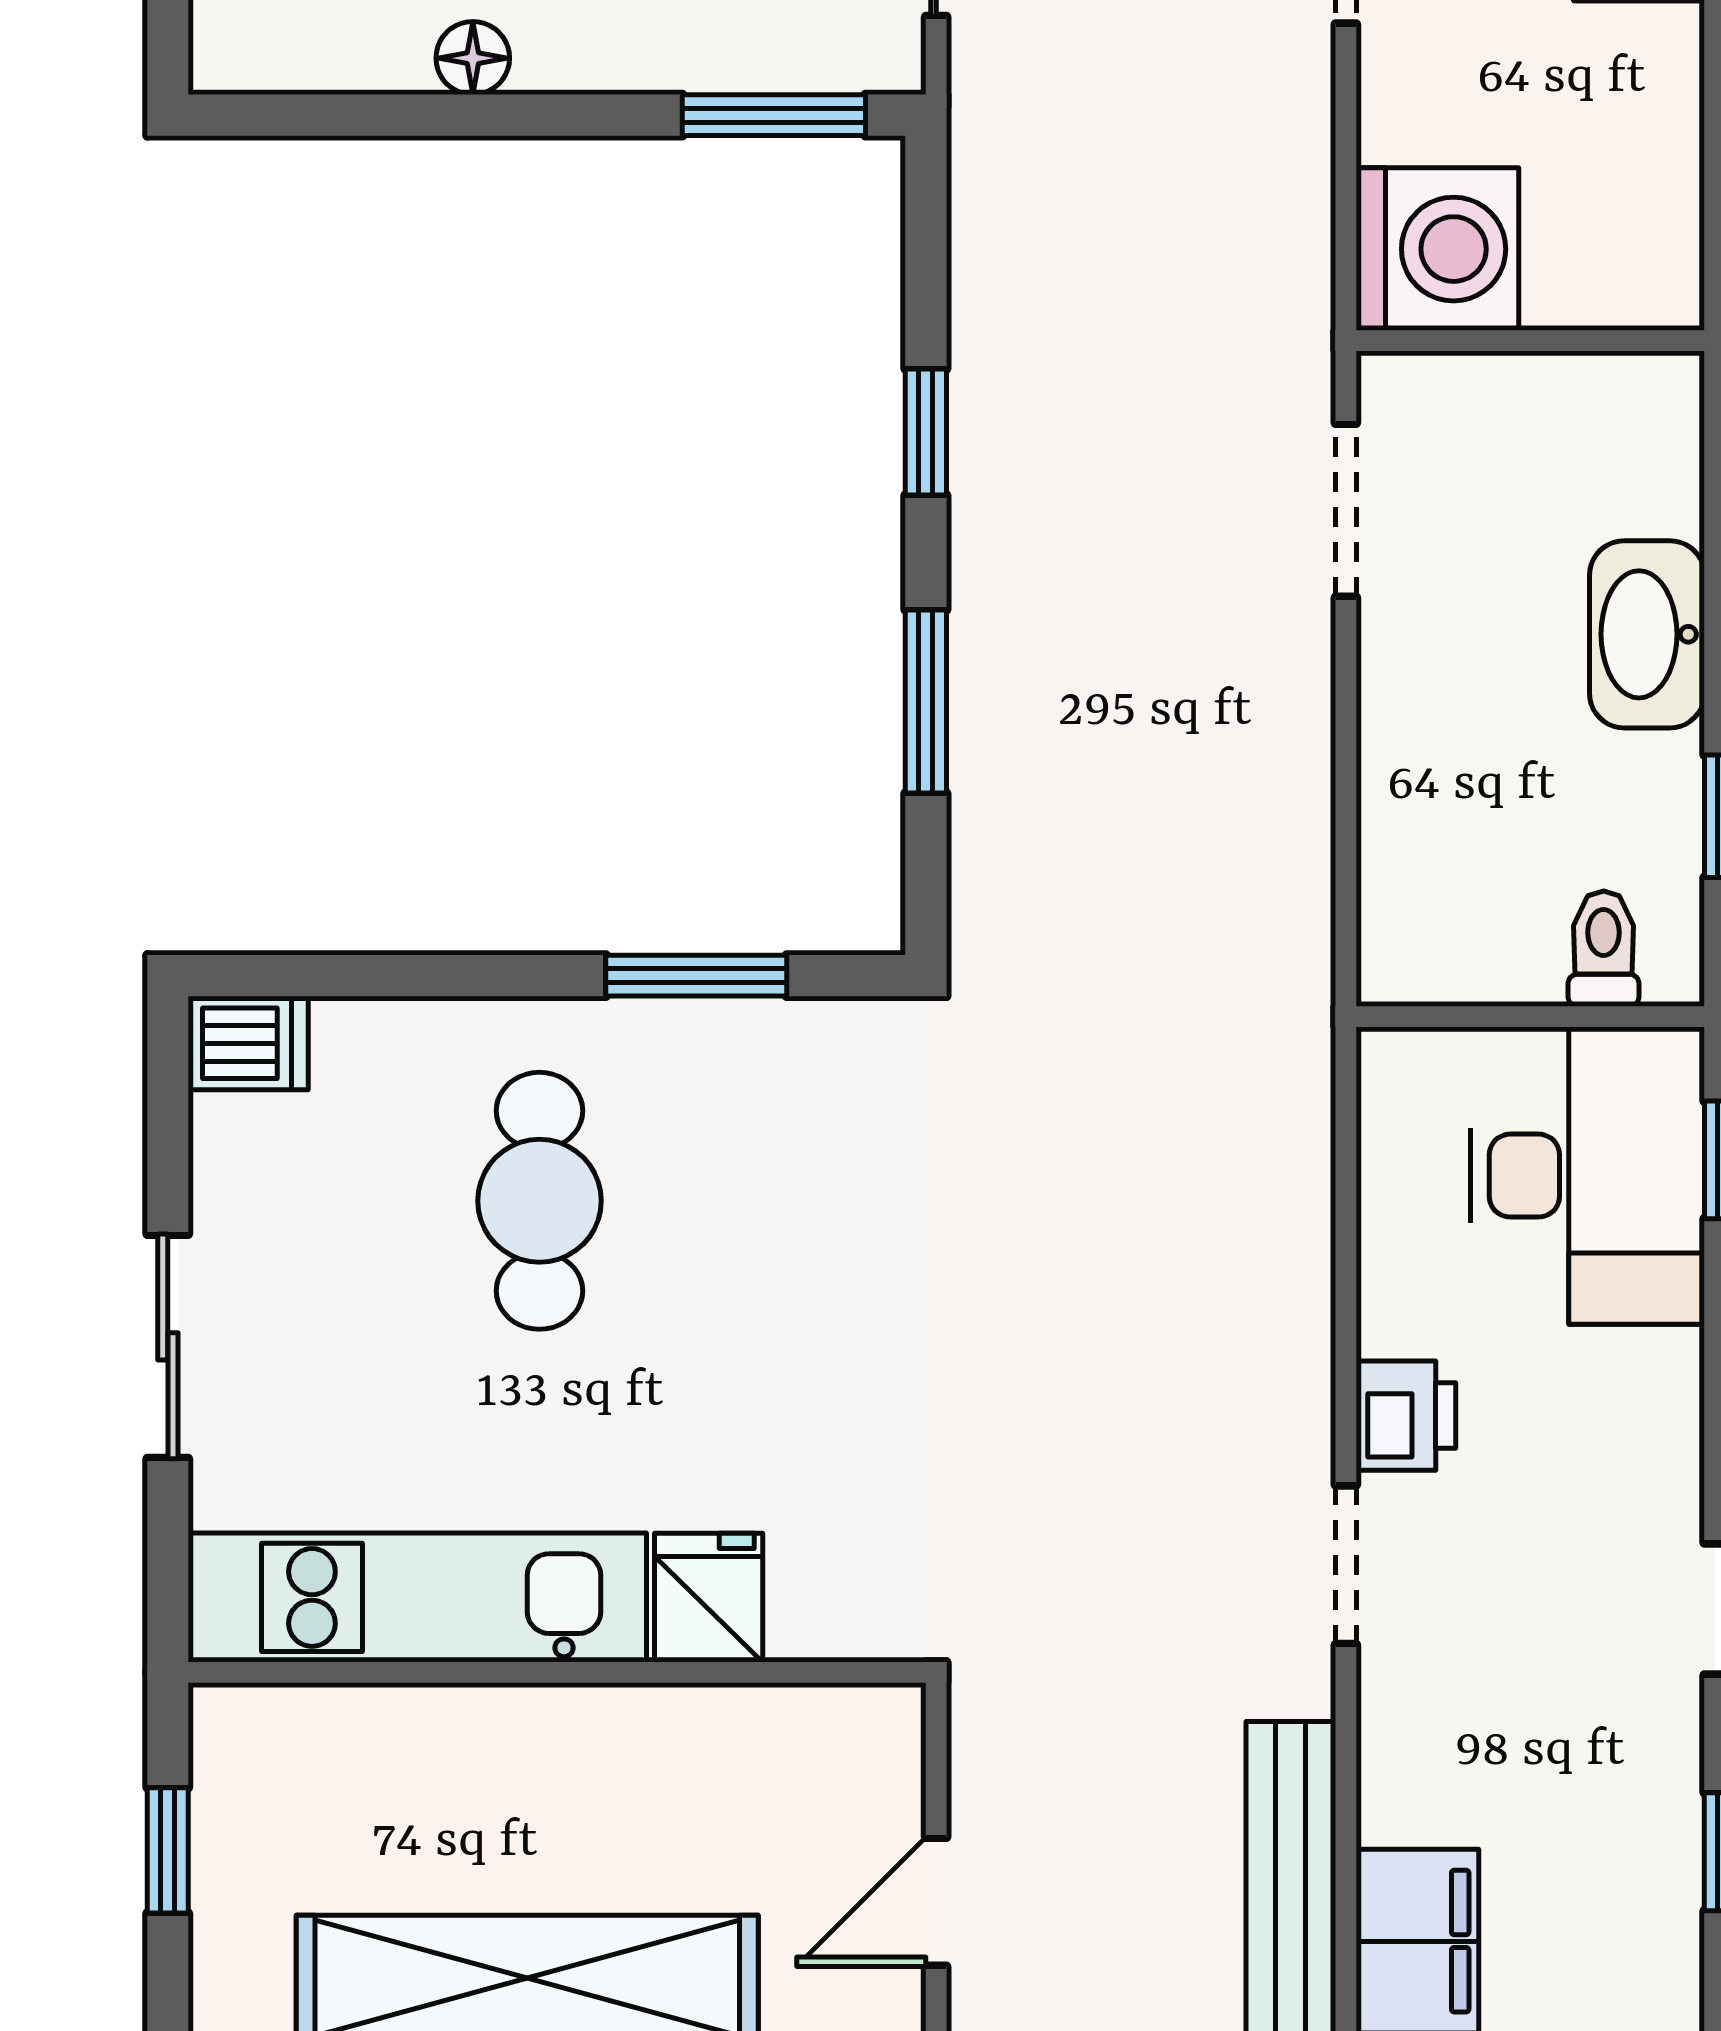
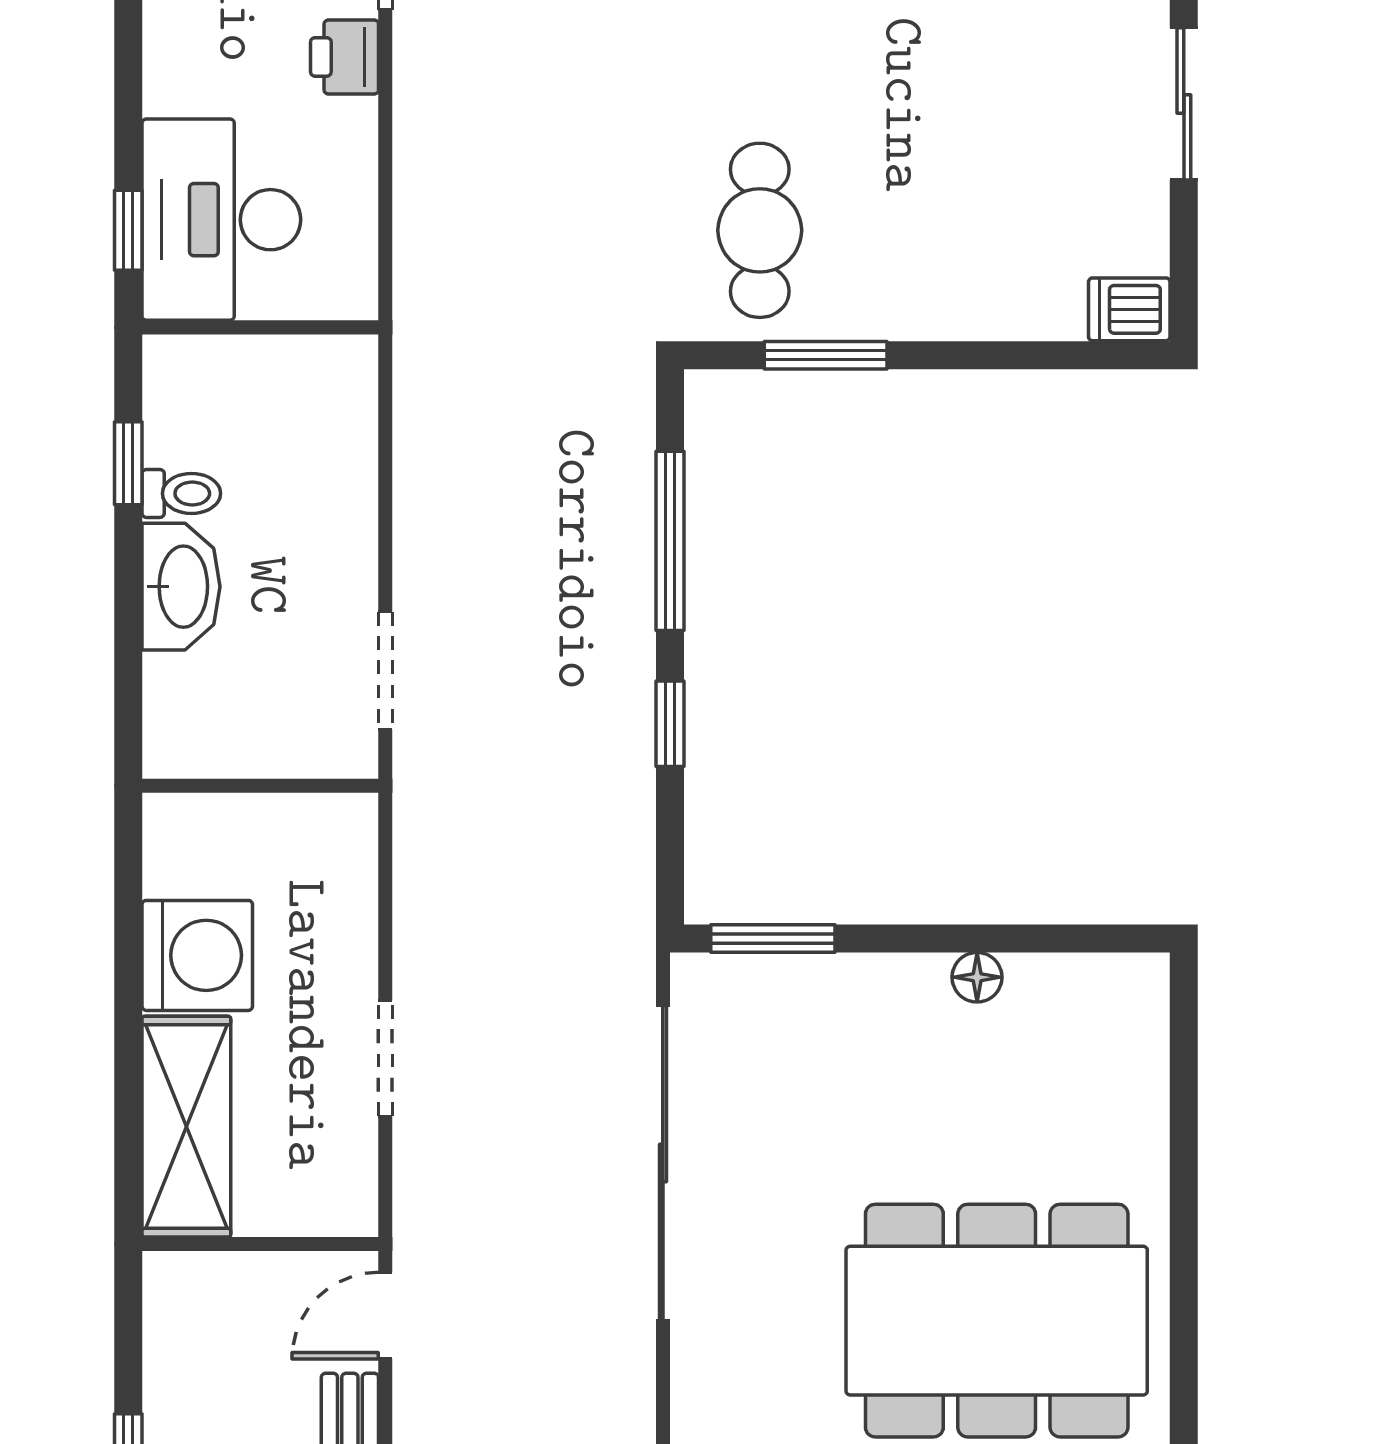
washing machine: (1437, 249) -> (197, 955), moved, turned 180
window: (926, 702) -> (670, 541), width x1.44
toilet: (1604, 949) -> (181, 493), moved, turned -90
cafe table: (539, 1201) -> (760, 230), moved

